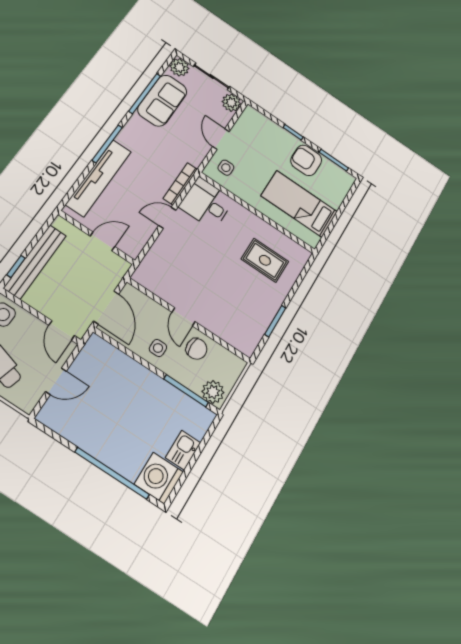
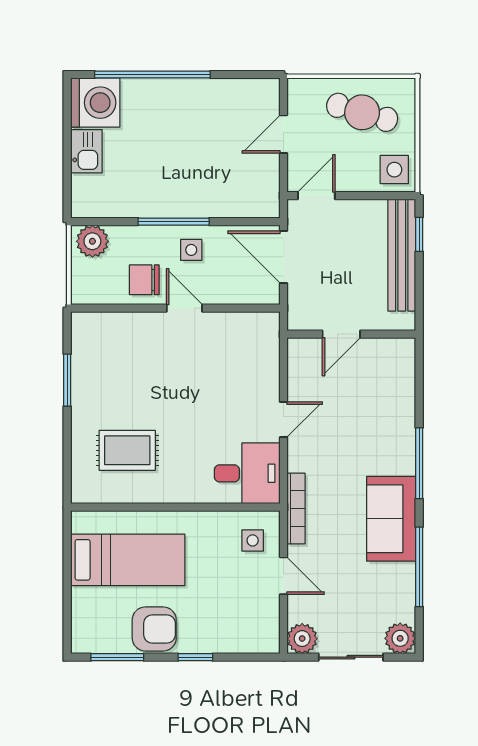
sofa: (162, 101) -> (391, 519), moved
tv unit: (99, 178) -> (399, 411), removed
bookcase: (180, 184) -> (296, 509), moved
door: (62, 330) -> (316, 196), hinge flipped
window: (186, 391) -> (174, 222), moved

